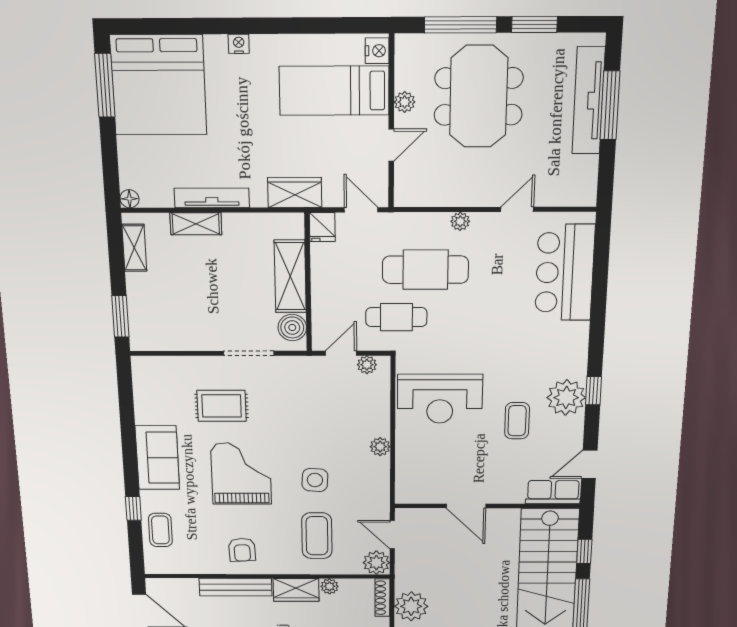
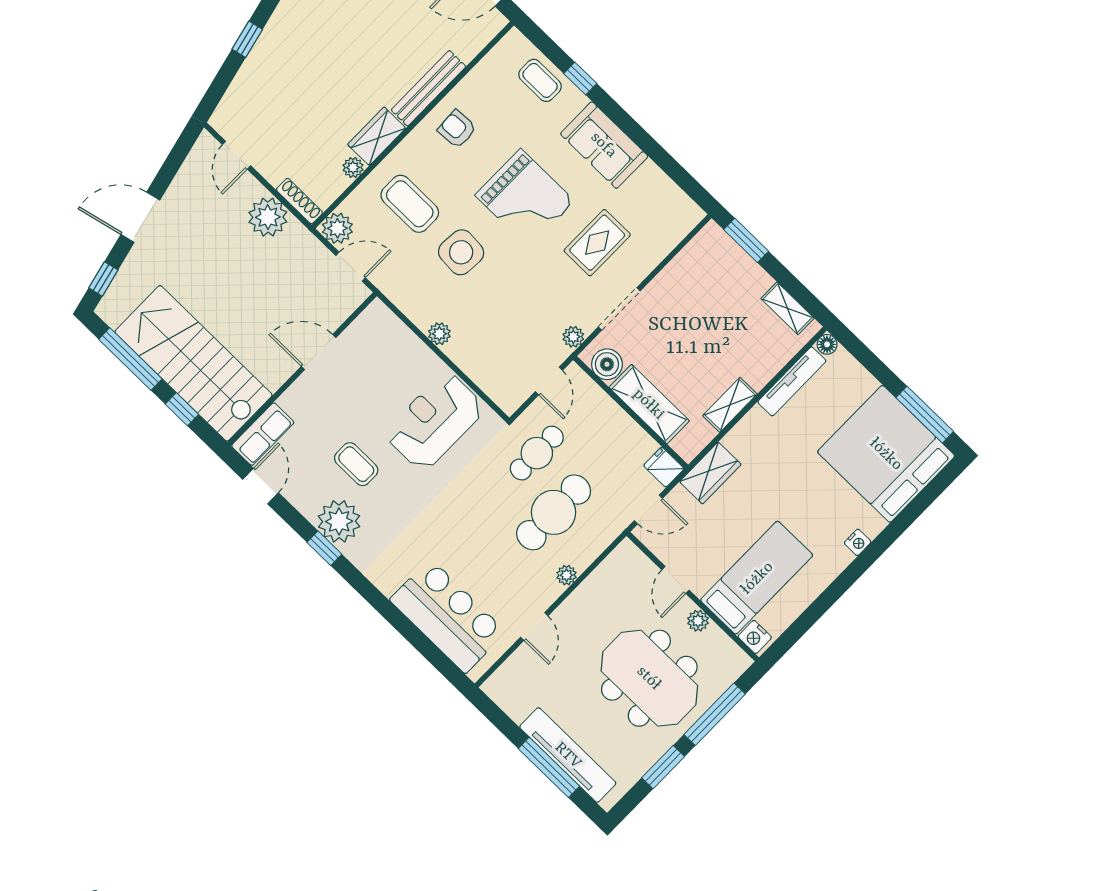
tv unit: (212, 198) -> (792, 381), moved
shelving: (196, 224) -> (730, 405), moved
plant: (367, 365) -> (573, 337), moved
side table: (315, 480) -> (461, 252), width x1.37, depth x1.37

